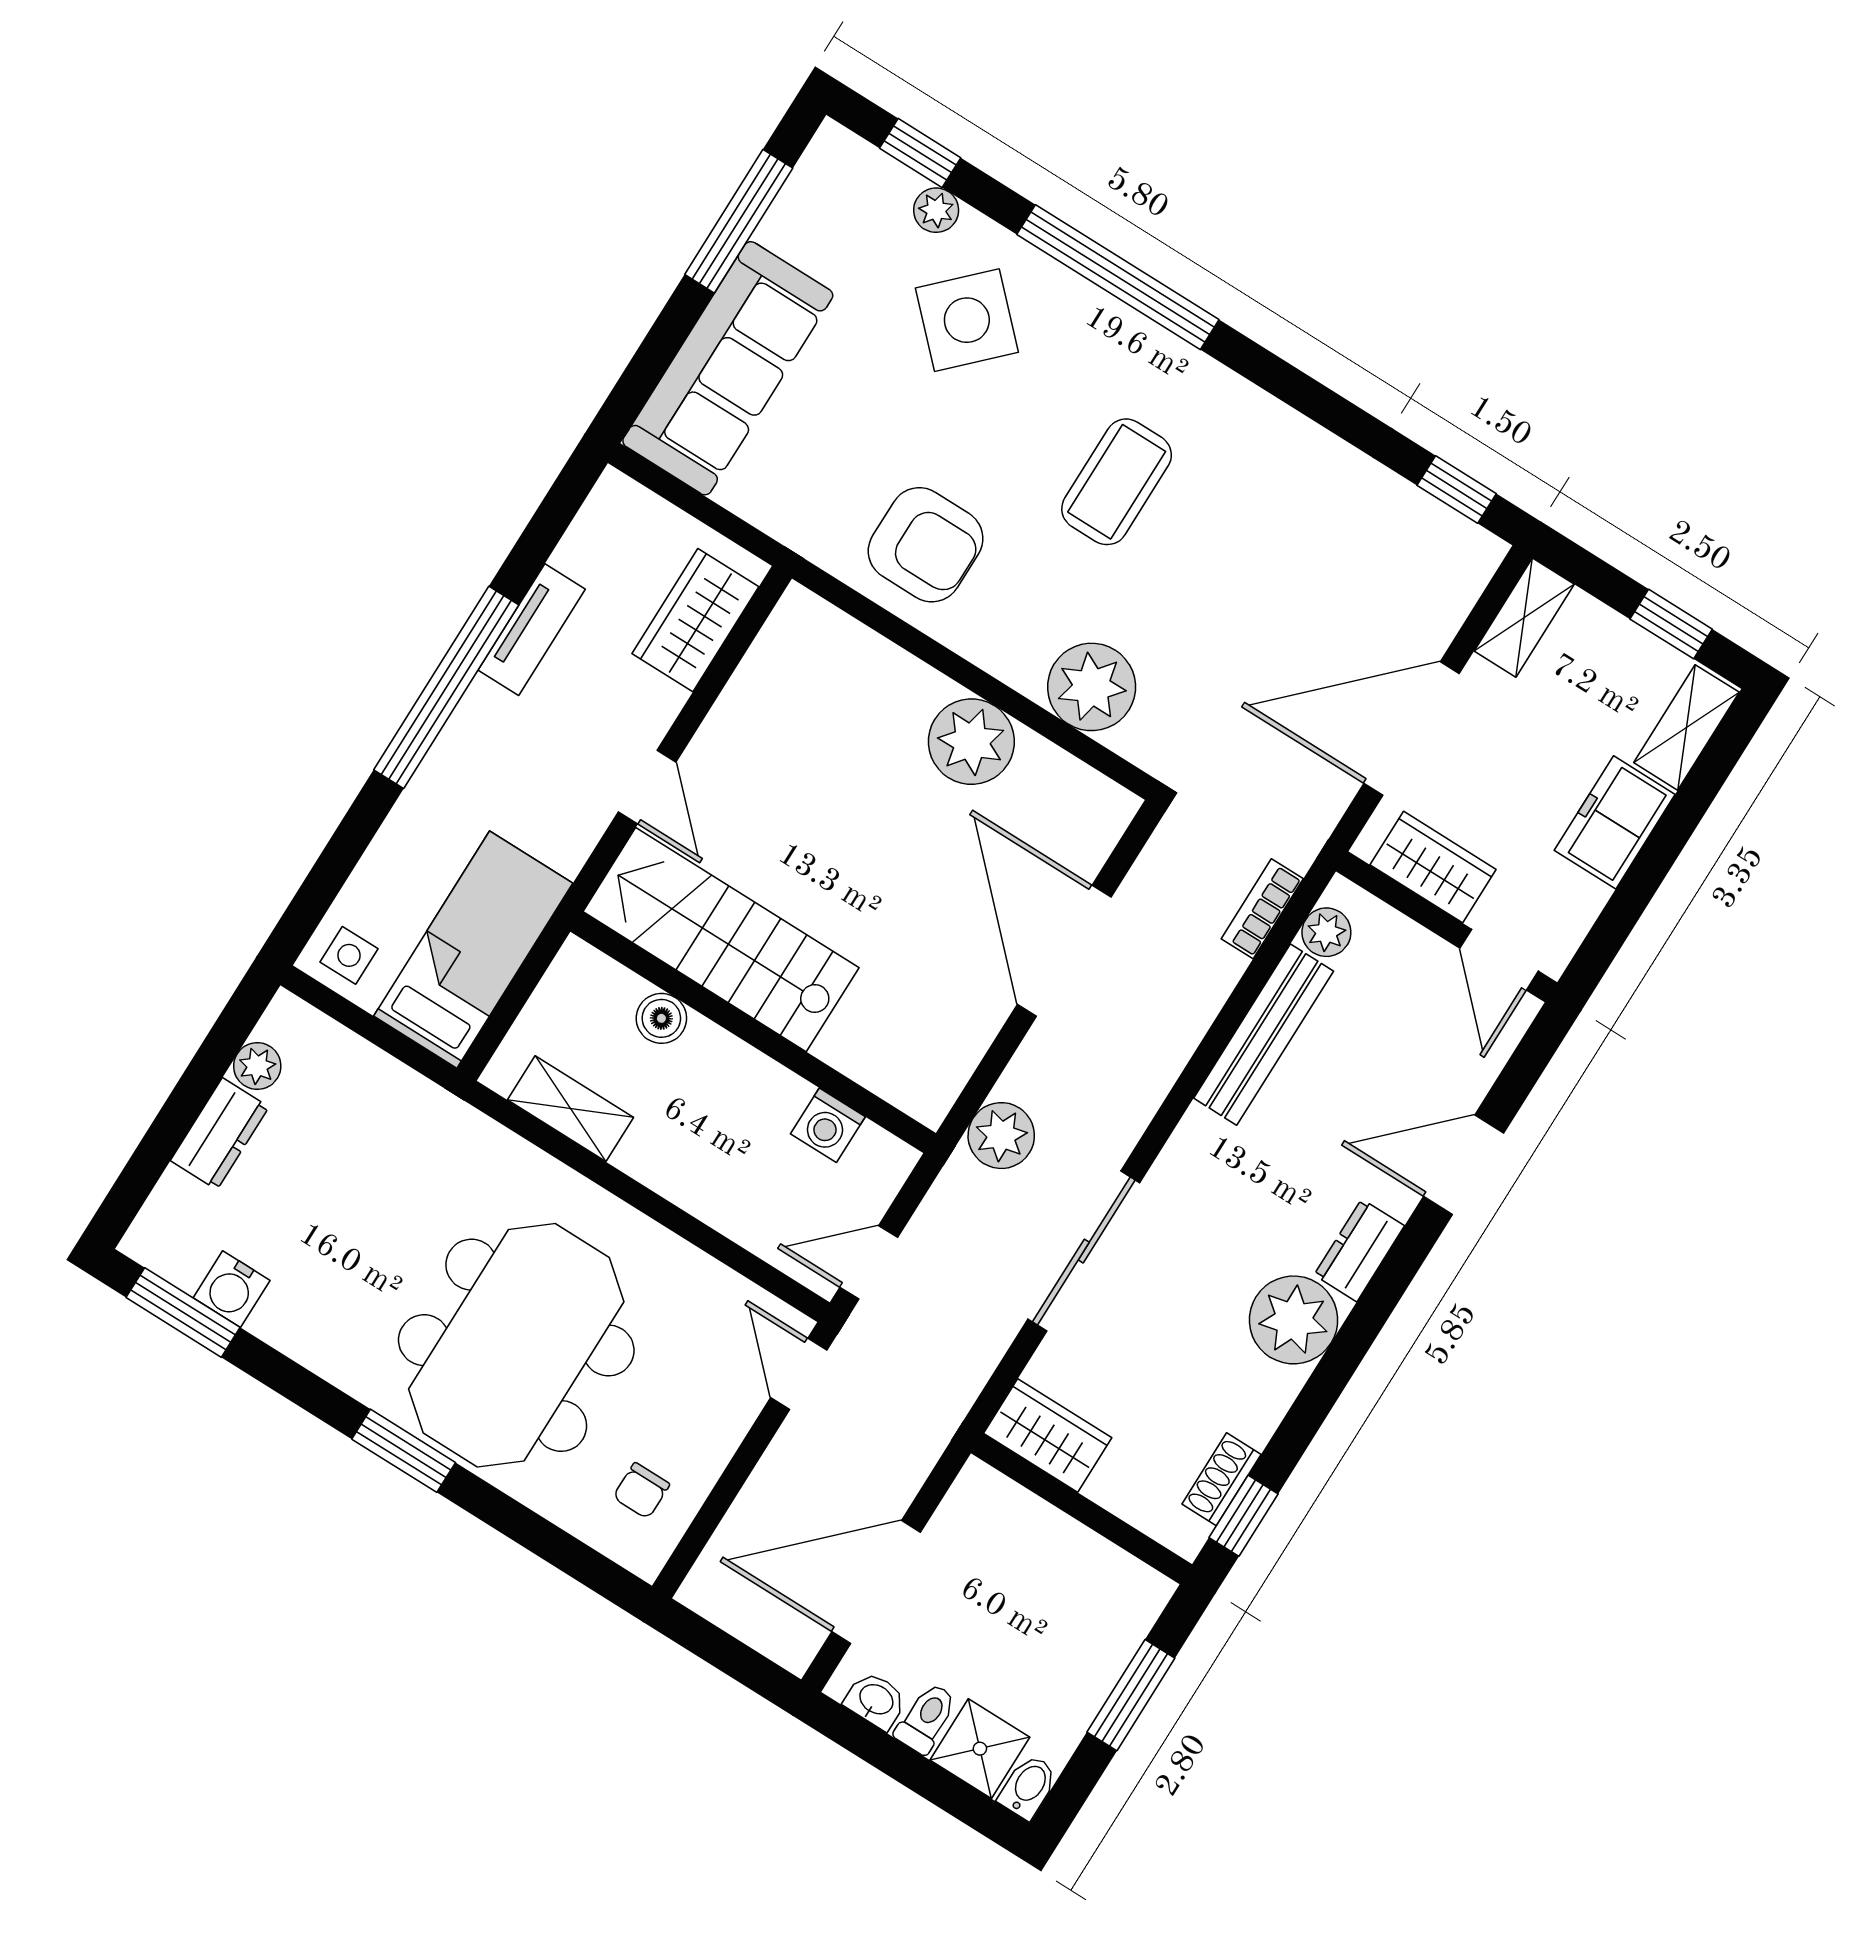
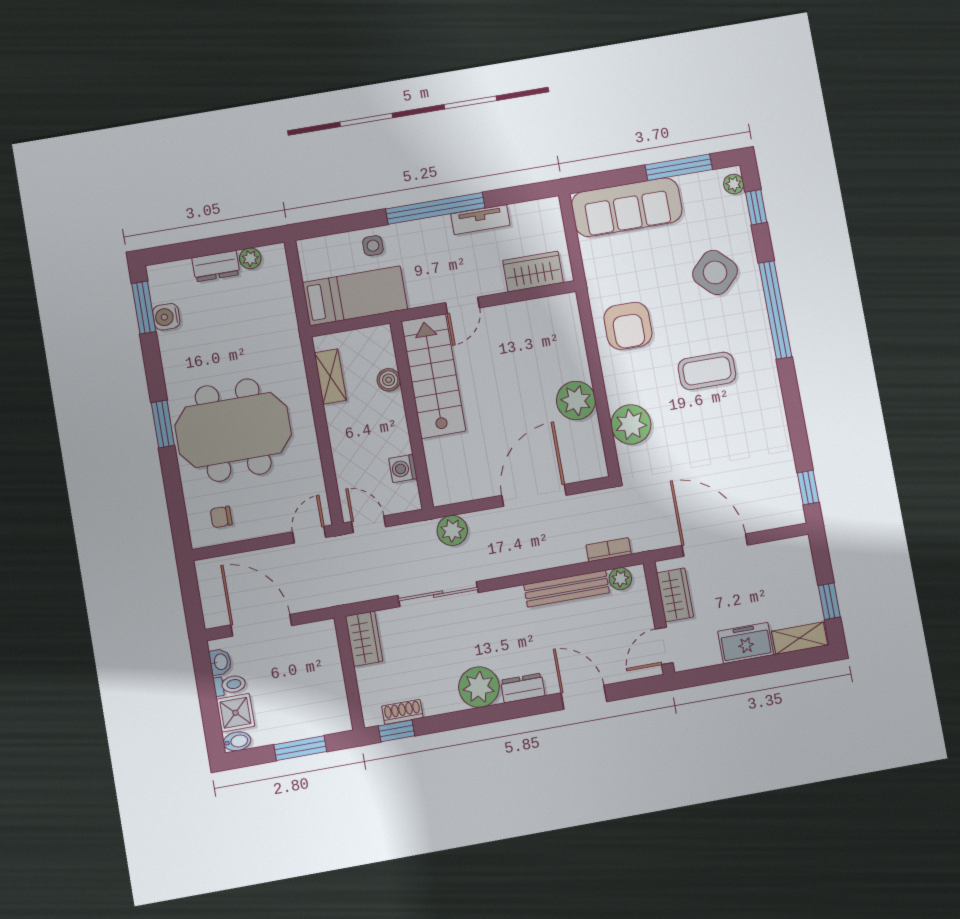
plant: (936, 210) -> (734, 184), moved
shelving: (1524, 618) -> (786, 549), removed
side table: (349, 955) -> (373, 246), moved

